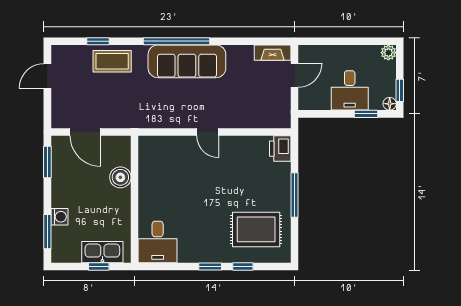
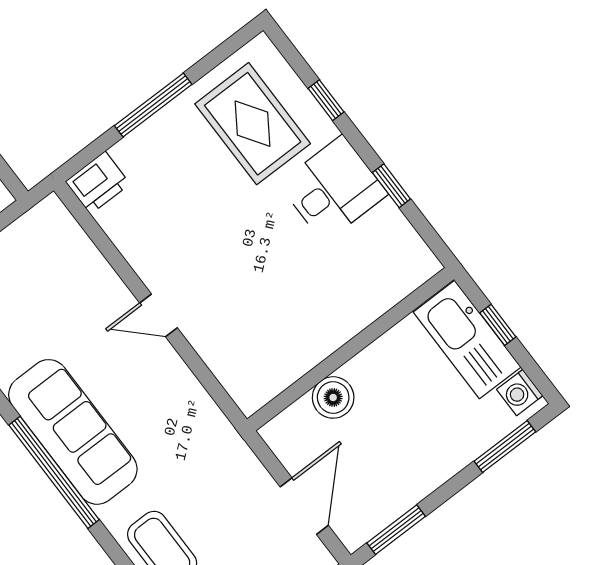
door: (208, 132) -> (158, 315), swing flipped
washing machine: (59, 217) -> (520, 393), moved, turned -90
desk: (158, 242) -> (333, 189), moved
kitchen sink: (102, 252) -> (467, 340), width x1.36, depth x1.24
window: (210, 266) -> (391, 186), moved

